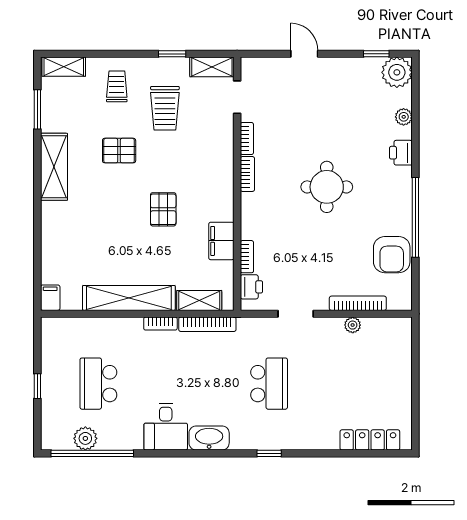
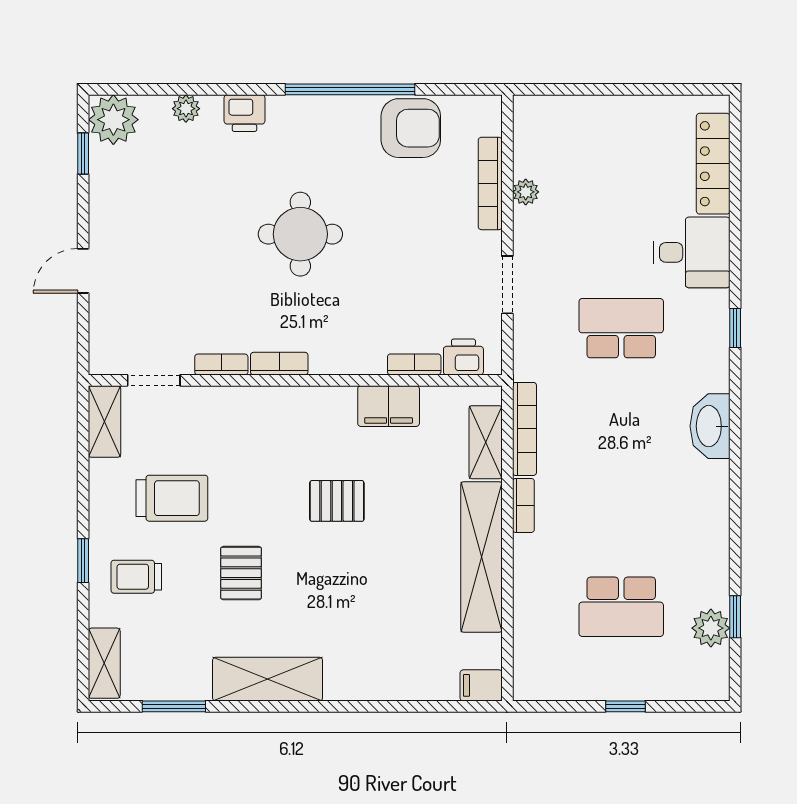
window: (172, 54) -> (83, 561), moved
desk: (166, 427) -> (692, 252), moved
window: (92, 453) -> (735, 617), width x0.32

